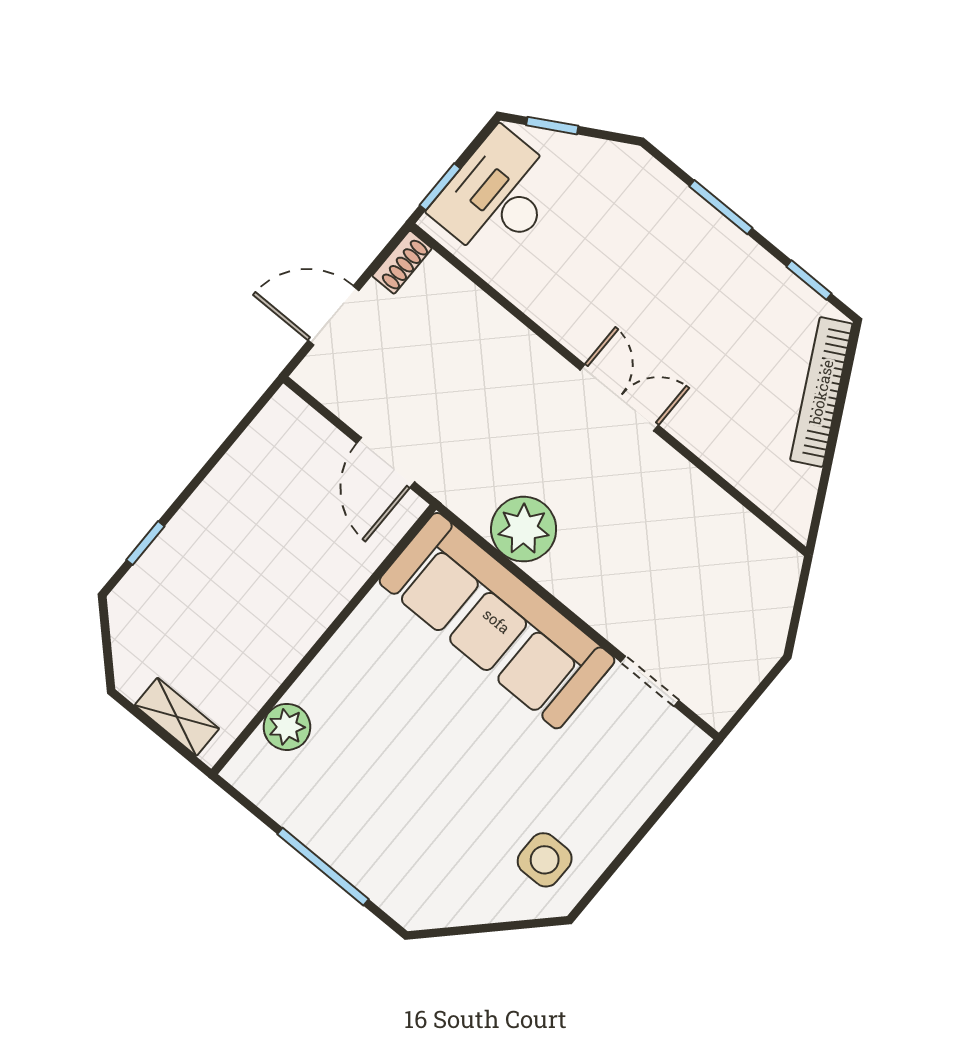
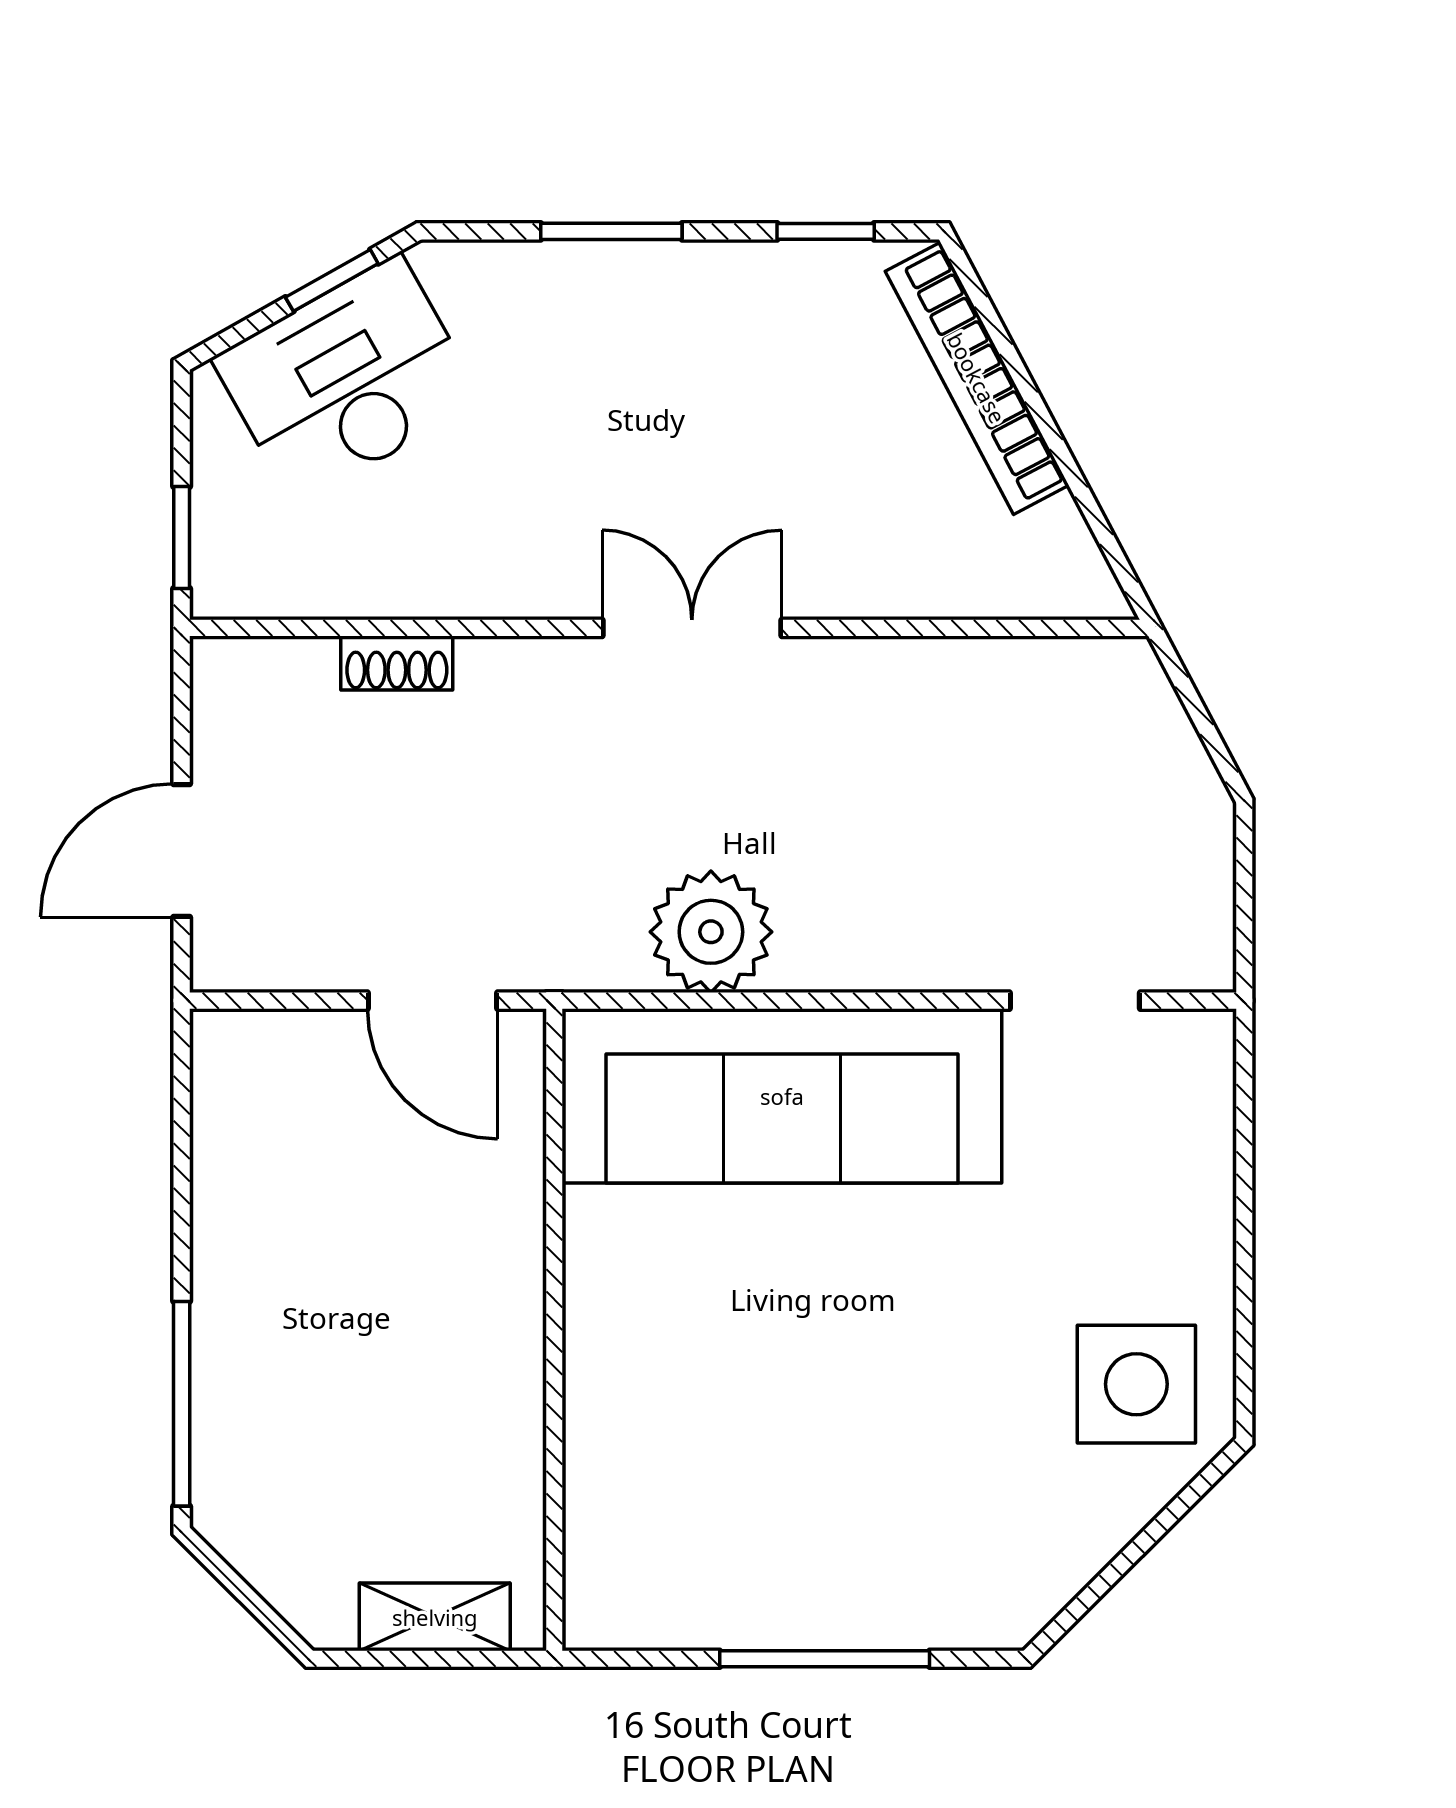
window: (552, 126) -> (332, 280), moved
desk: (497, 196) -> (347, 380), moved, turned 61
shoe rack: (402, 262) -> (397, 663), moved, turned 90
window: (145, 543) -> (182, 1404), width x2.17
plant: (287, 727) -> (606, 1500), removed
side table: (545, 860) -> (1136, 1384), width x1.37, depth x1.37

